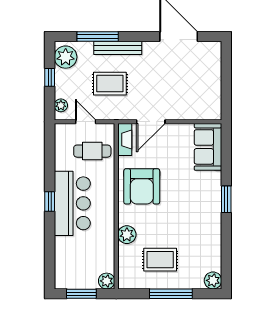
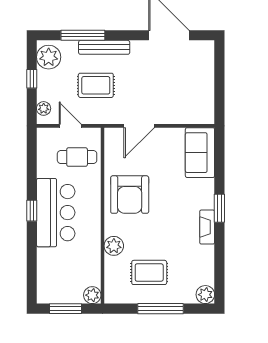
fireplace: (125, 139) -> (207, 227), moved, turned 180

